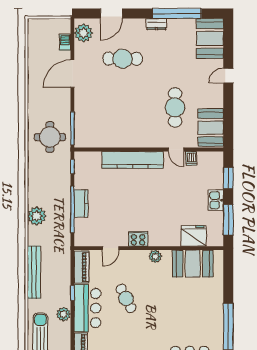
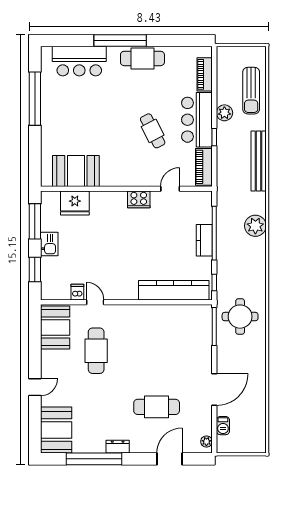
plant: (83, 33) -> (206, 442), width x0.53, depth x0.53
kitchen counter: (133, 160) -> (174, 290), moved
plant: (155, 256) -> (119, 179), removed

